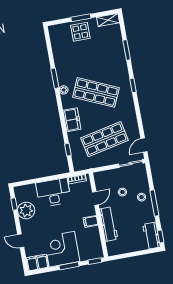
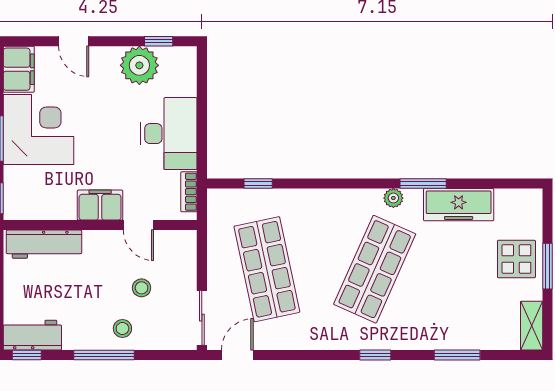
freezer: (72, 120) -> (459, 205), moved, width x1.40
door: (144, 145) -> (237, 355), hinge flipped
filing cabinet: (91, 221) -> (100, 205), width x2.00
workbench: (109, 224) -> (44, 244), moved
door: (21, 241) -> (74, 41), swing flipped

